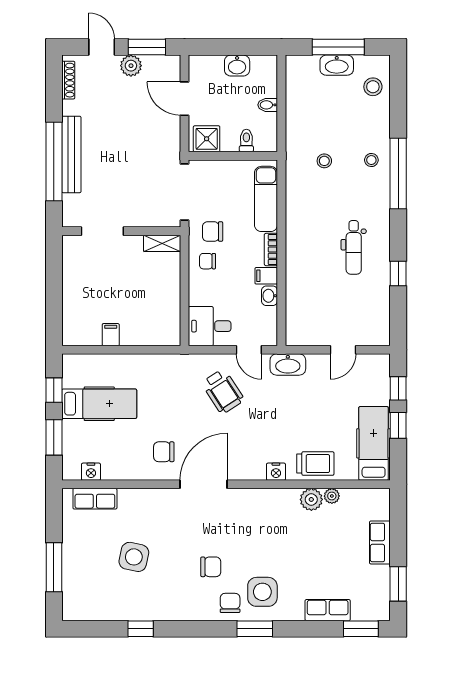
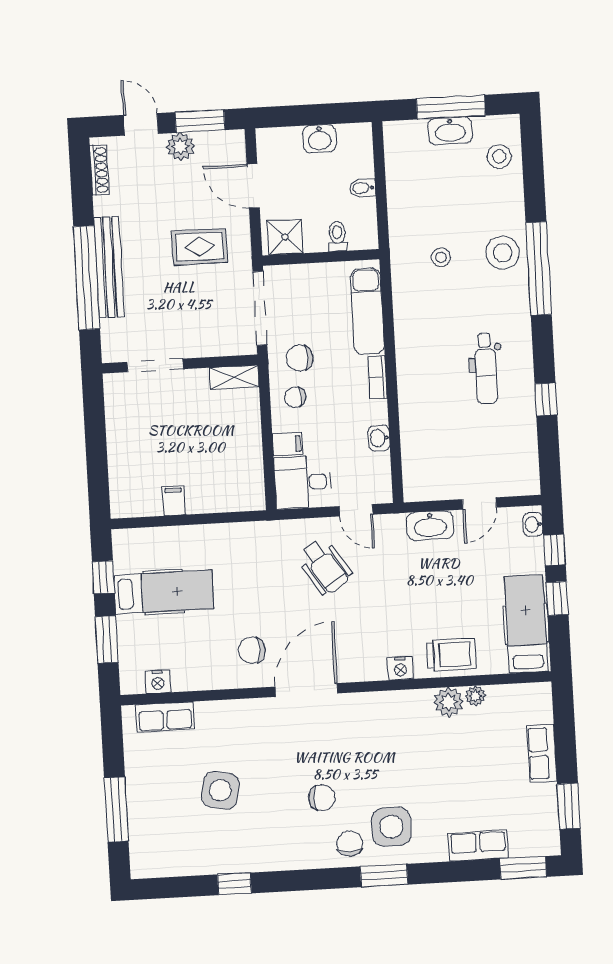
rug: (141, 143) -> (200, 247), added
stool: (371, 160) -> (503, 253), width x1.89, depth x1.89
filing cabinet: (266, 276) -> (288, 444), moved, turned 180
washbasin: (288, 365) -> (430, 526), moved
washbasin: (383, 368) -> (533, 524), added

